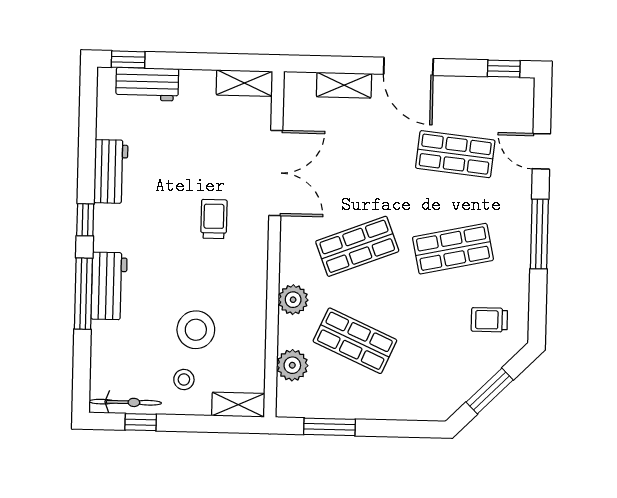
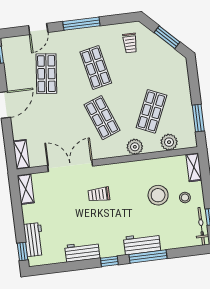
shelving: (344, 85) -> (21, 154), moved

